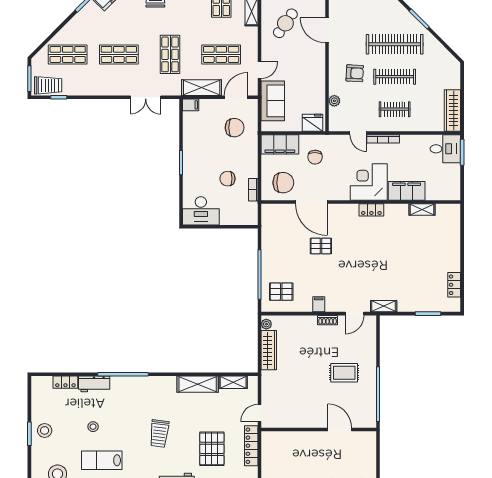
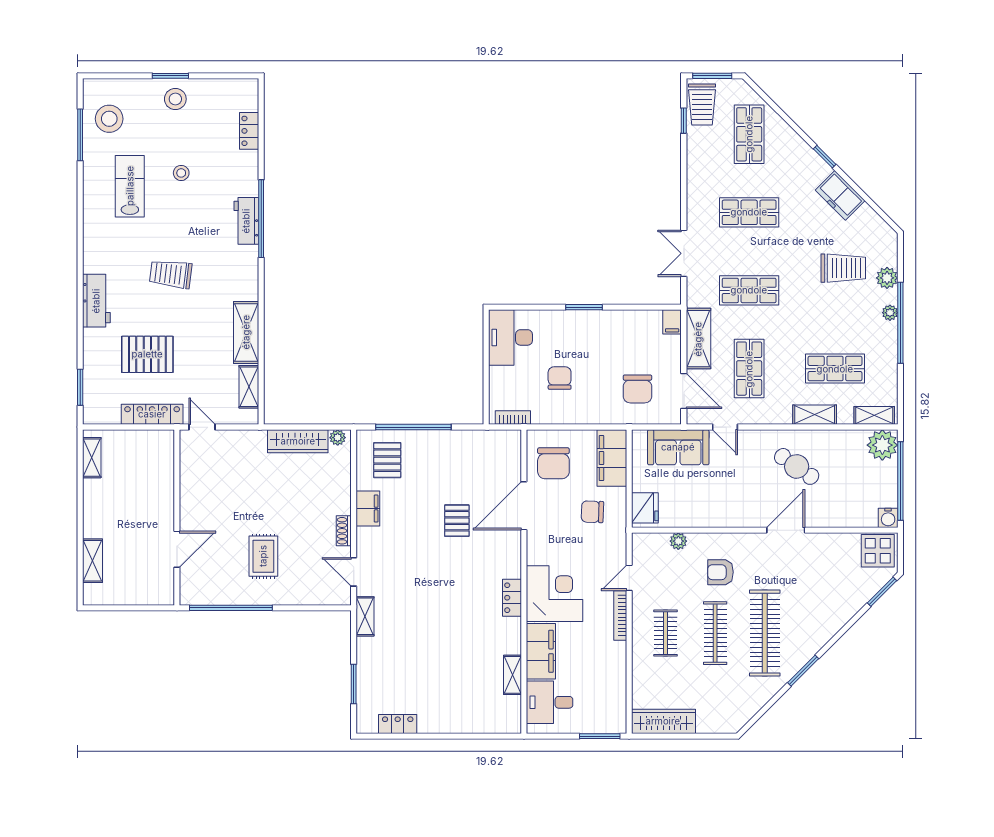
shop shelf: (119, 54) -> (749, 212), turned 90
armchair: (355, 73) -> (720, 572), turned 87
desk: (445, 149) -> (550, 702), moved, turned 90
bookcase: (253, 190) -> (513, 418), moved
filing cabinet: (319, 304) -> (368, 509), width x2.00
workbench: (94, 384) -> (246, 221), moved

